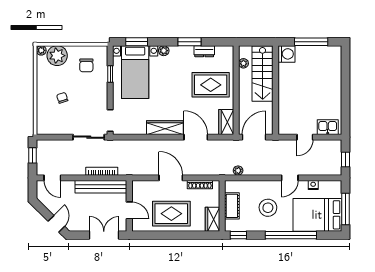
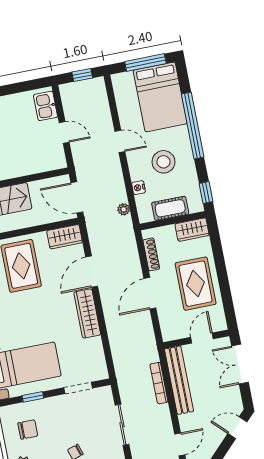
doorway: (110, 121) -> (78, 388), moved
sliding door: (89, 137) -> (122, 425), moved
nightstand: (313, 185) -> (138, 188), moved

